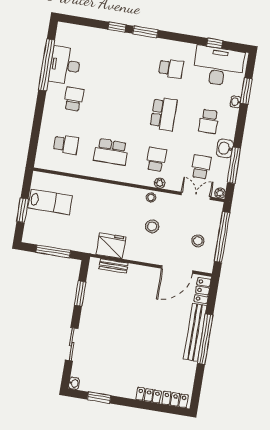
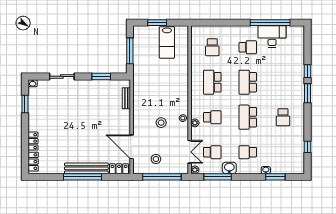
desk: (218, 66) -> (290, 153), removed
school desk: (119, 106) -> (248, 82), added
school desk: (164, 114) -> (248, 117), turned 90
fridge: (111, 246) -> (141, 94), removed

